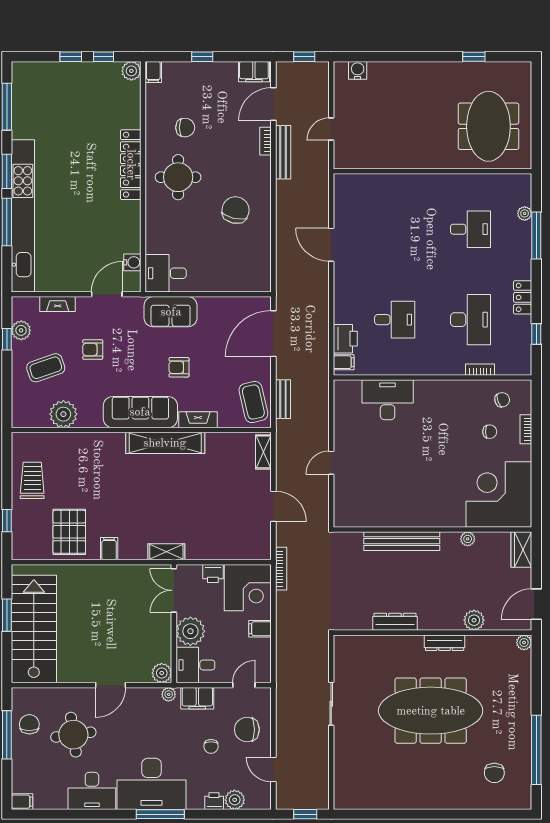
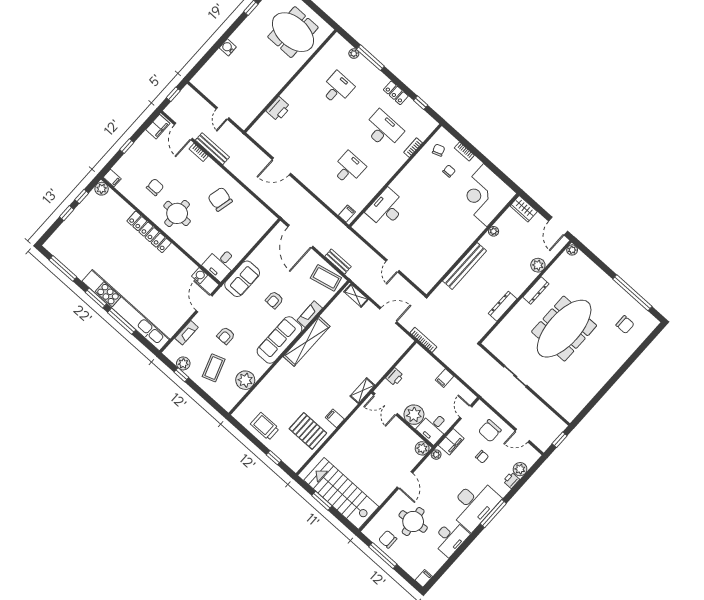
water cooler: (358, 70) -> (228, 47), moved
printer: (345, 339) -> (278, 109), moved, turned 90
corner desk: (248, 588) -> (418, 365), removed

